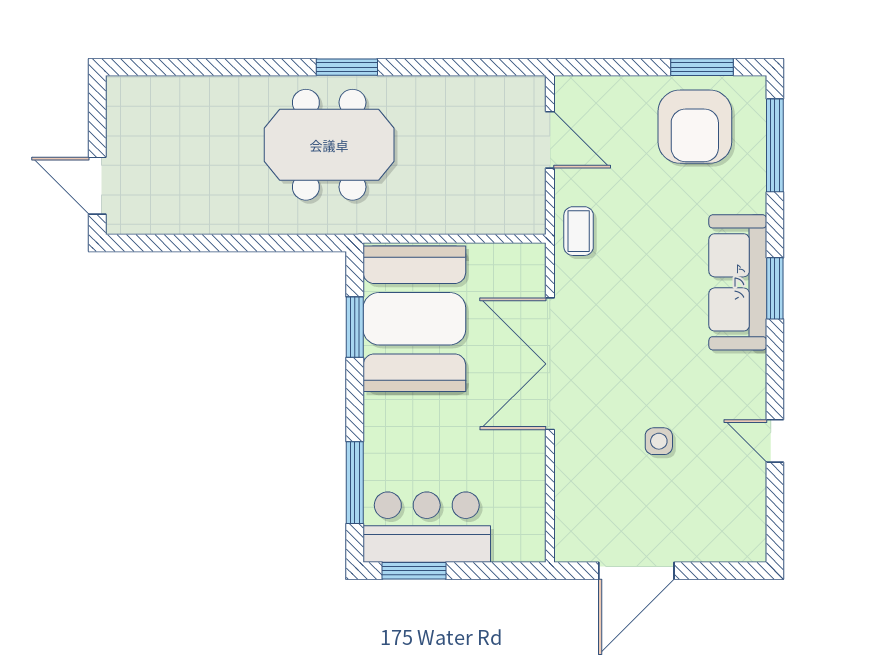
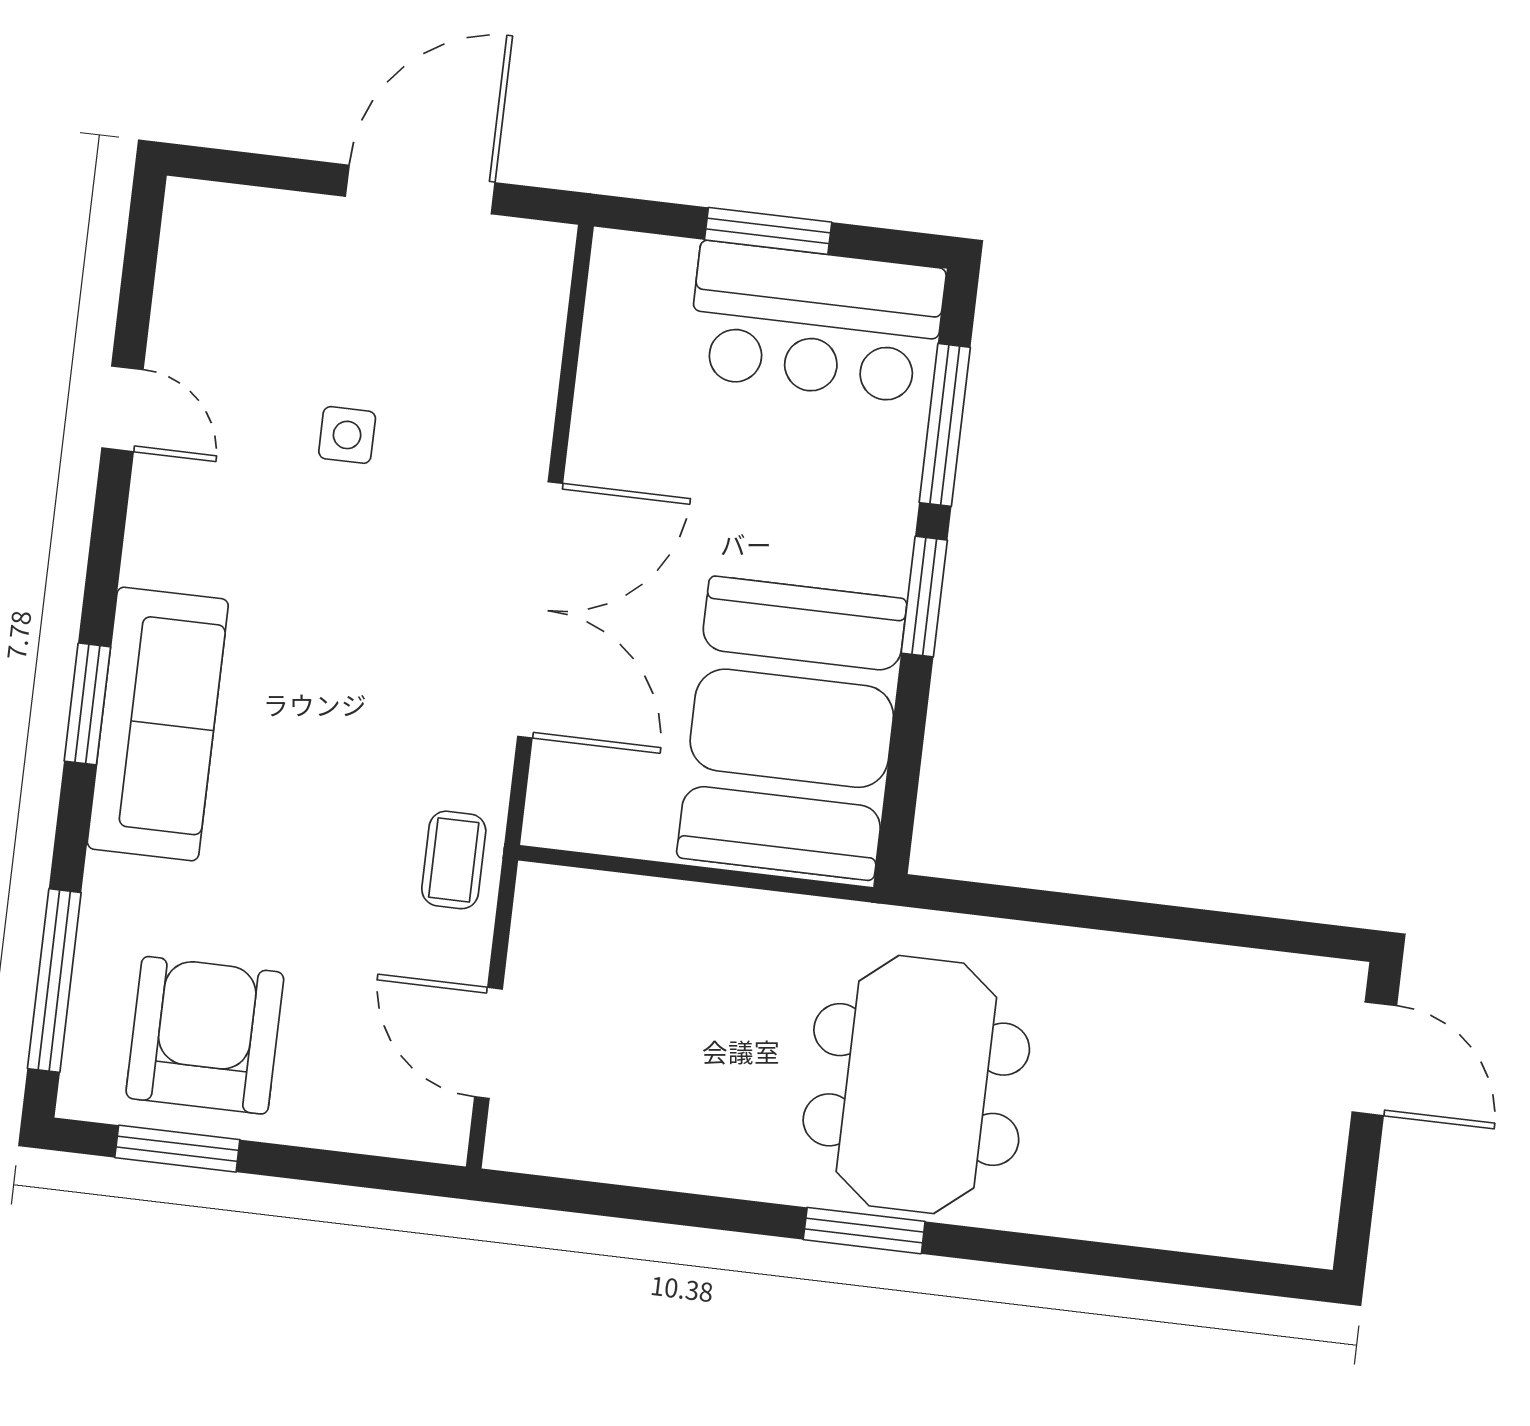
meeting table: (329, 145) -> (916, 1085), turned 90
window: (355, 327) -> (924, 597), moved
window: (414, 571) -> (768, 231), moved

